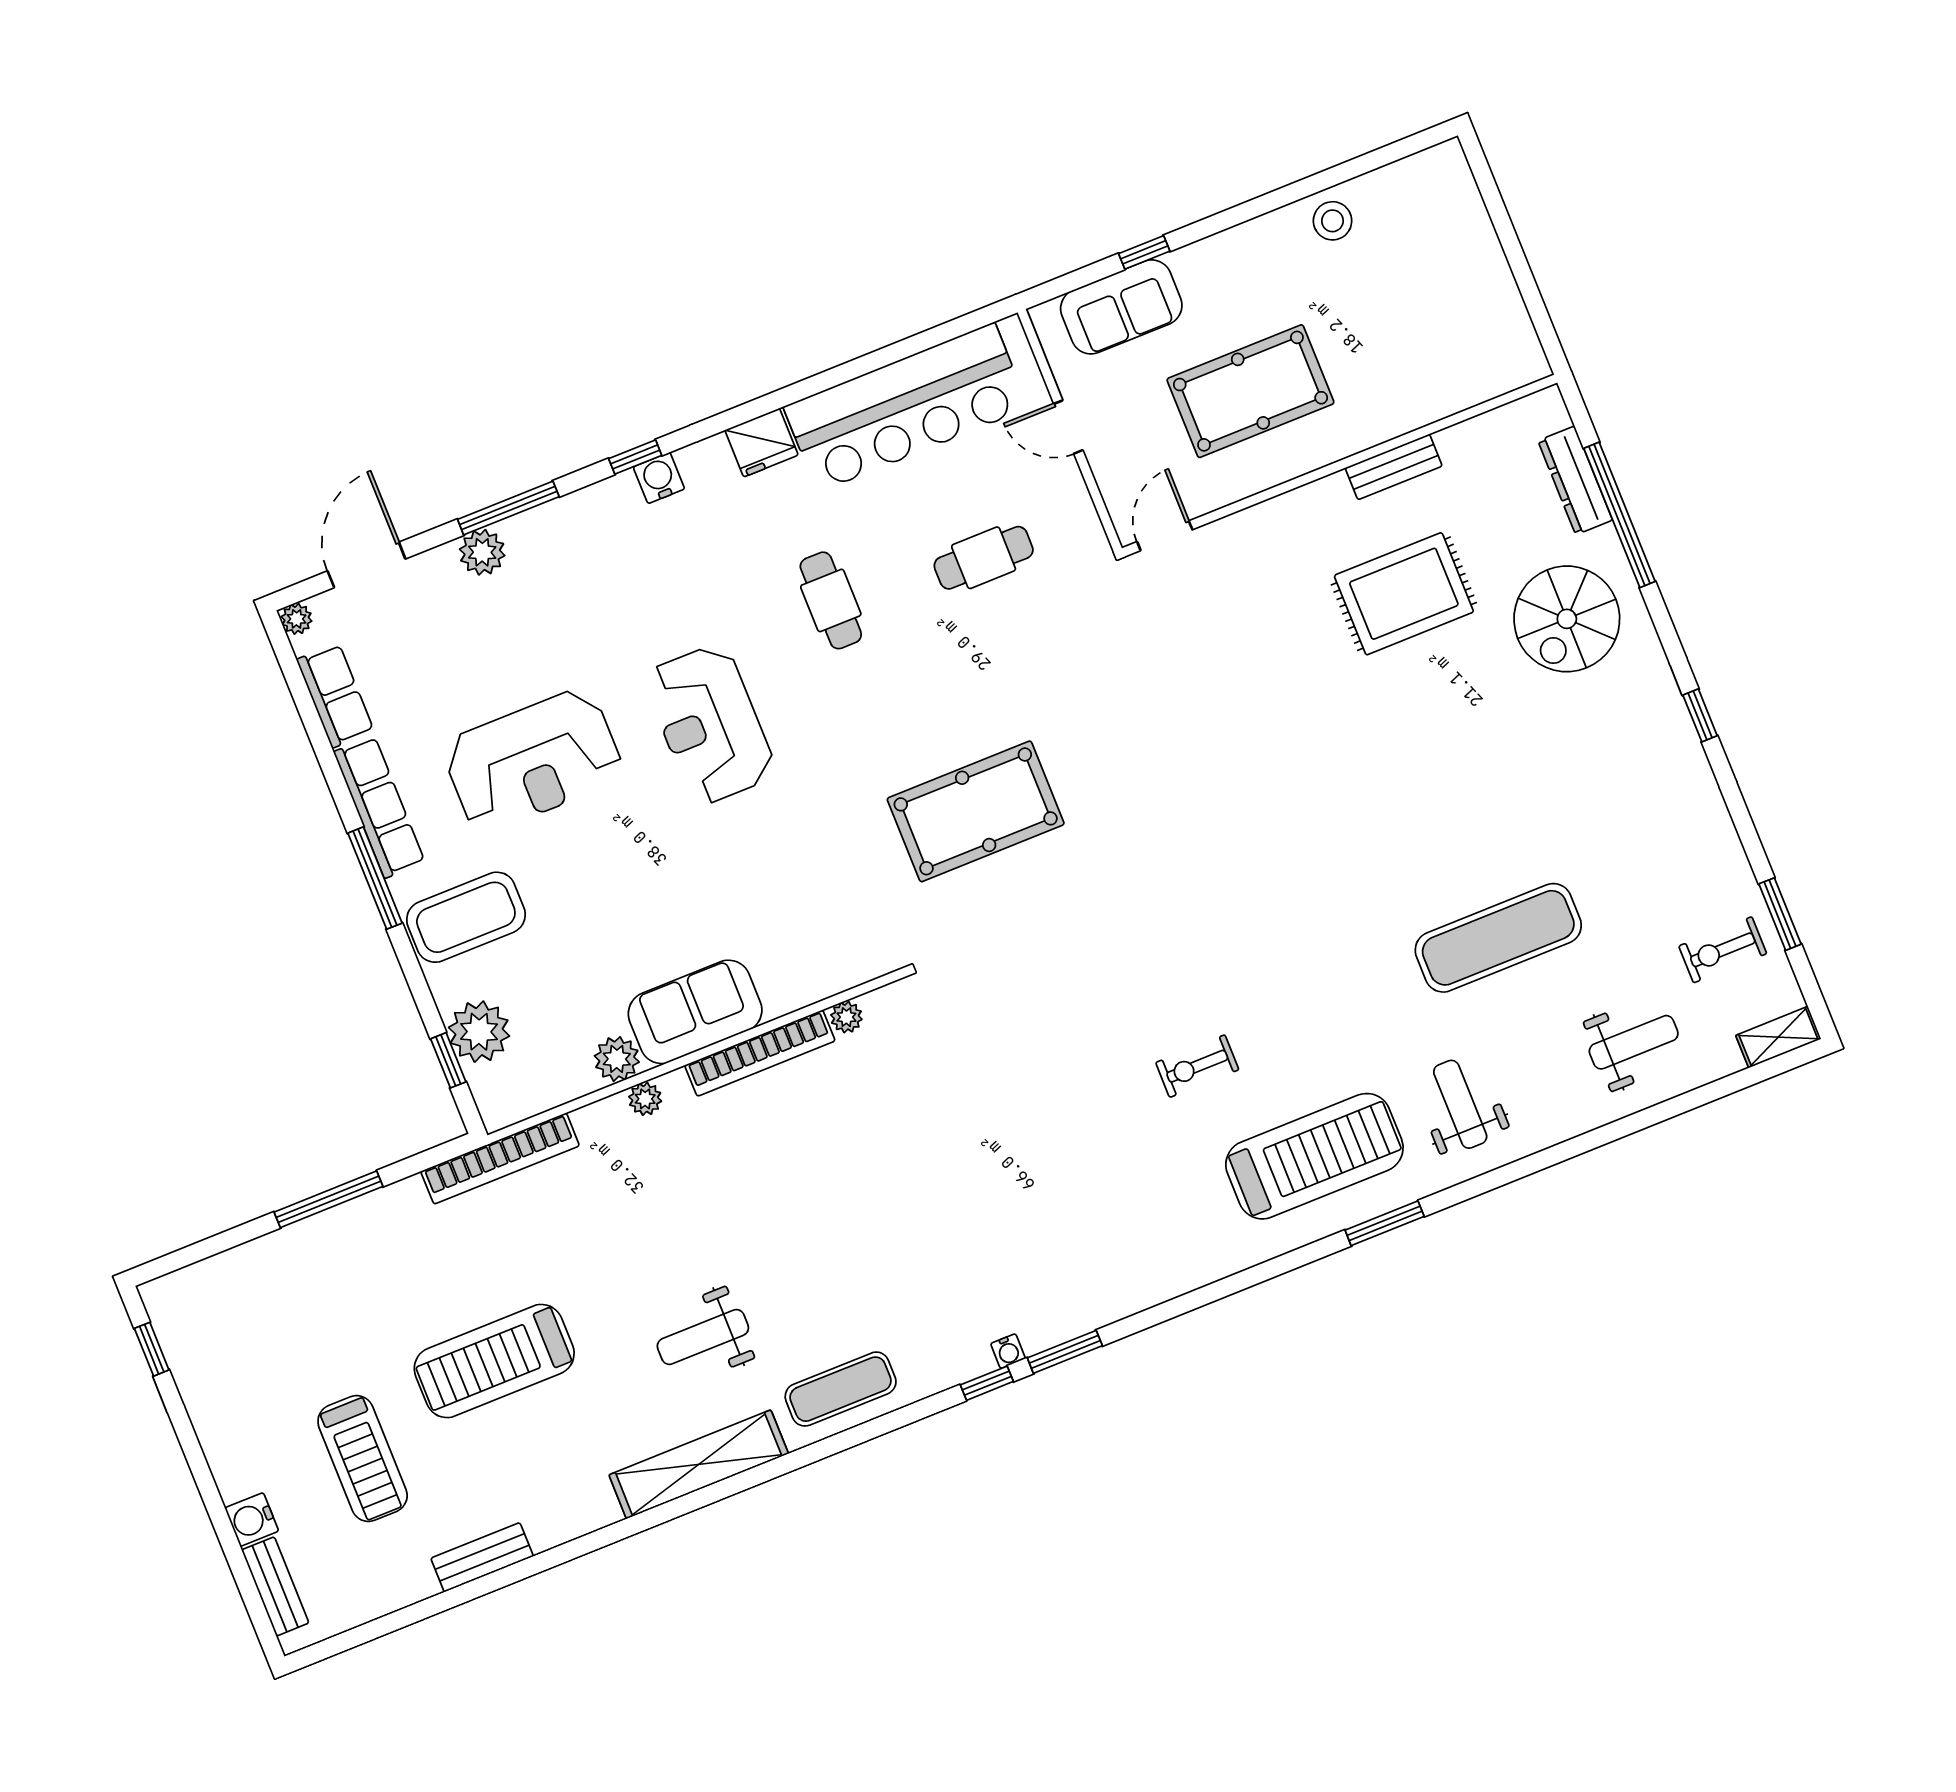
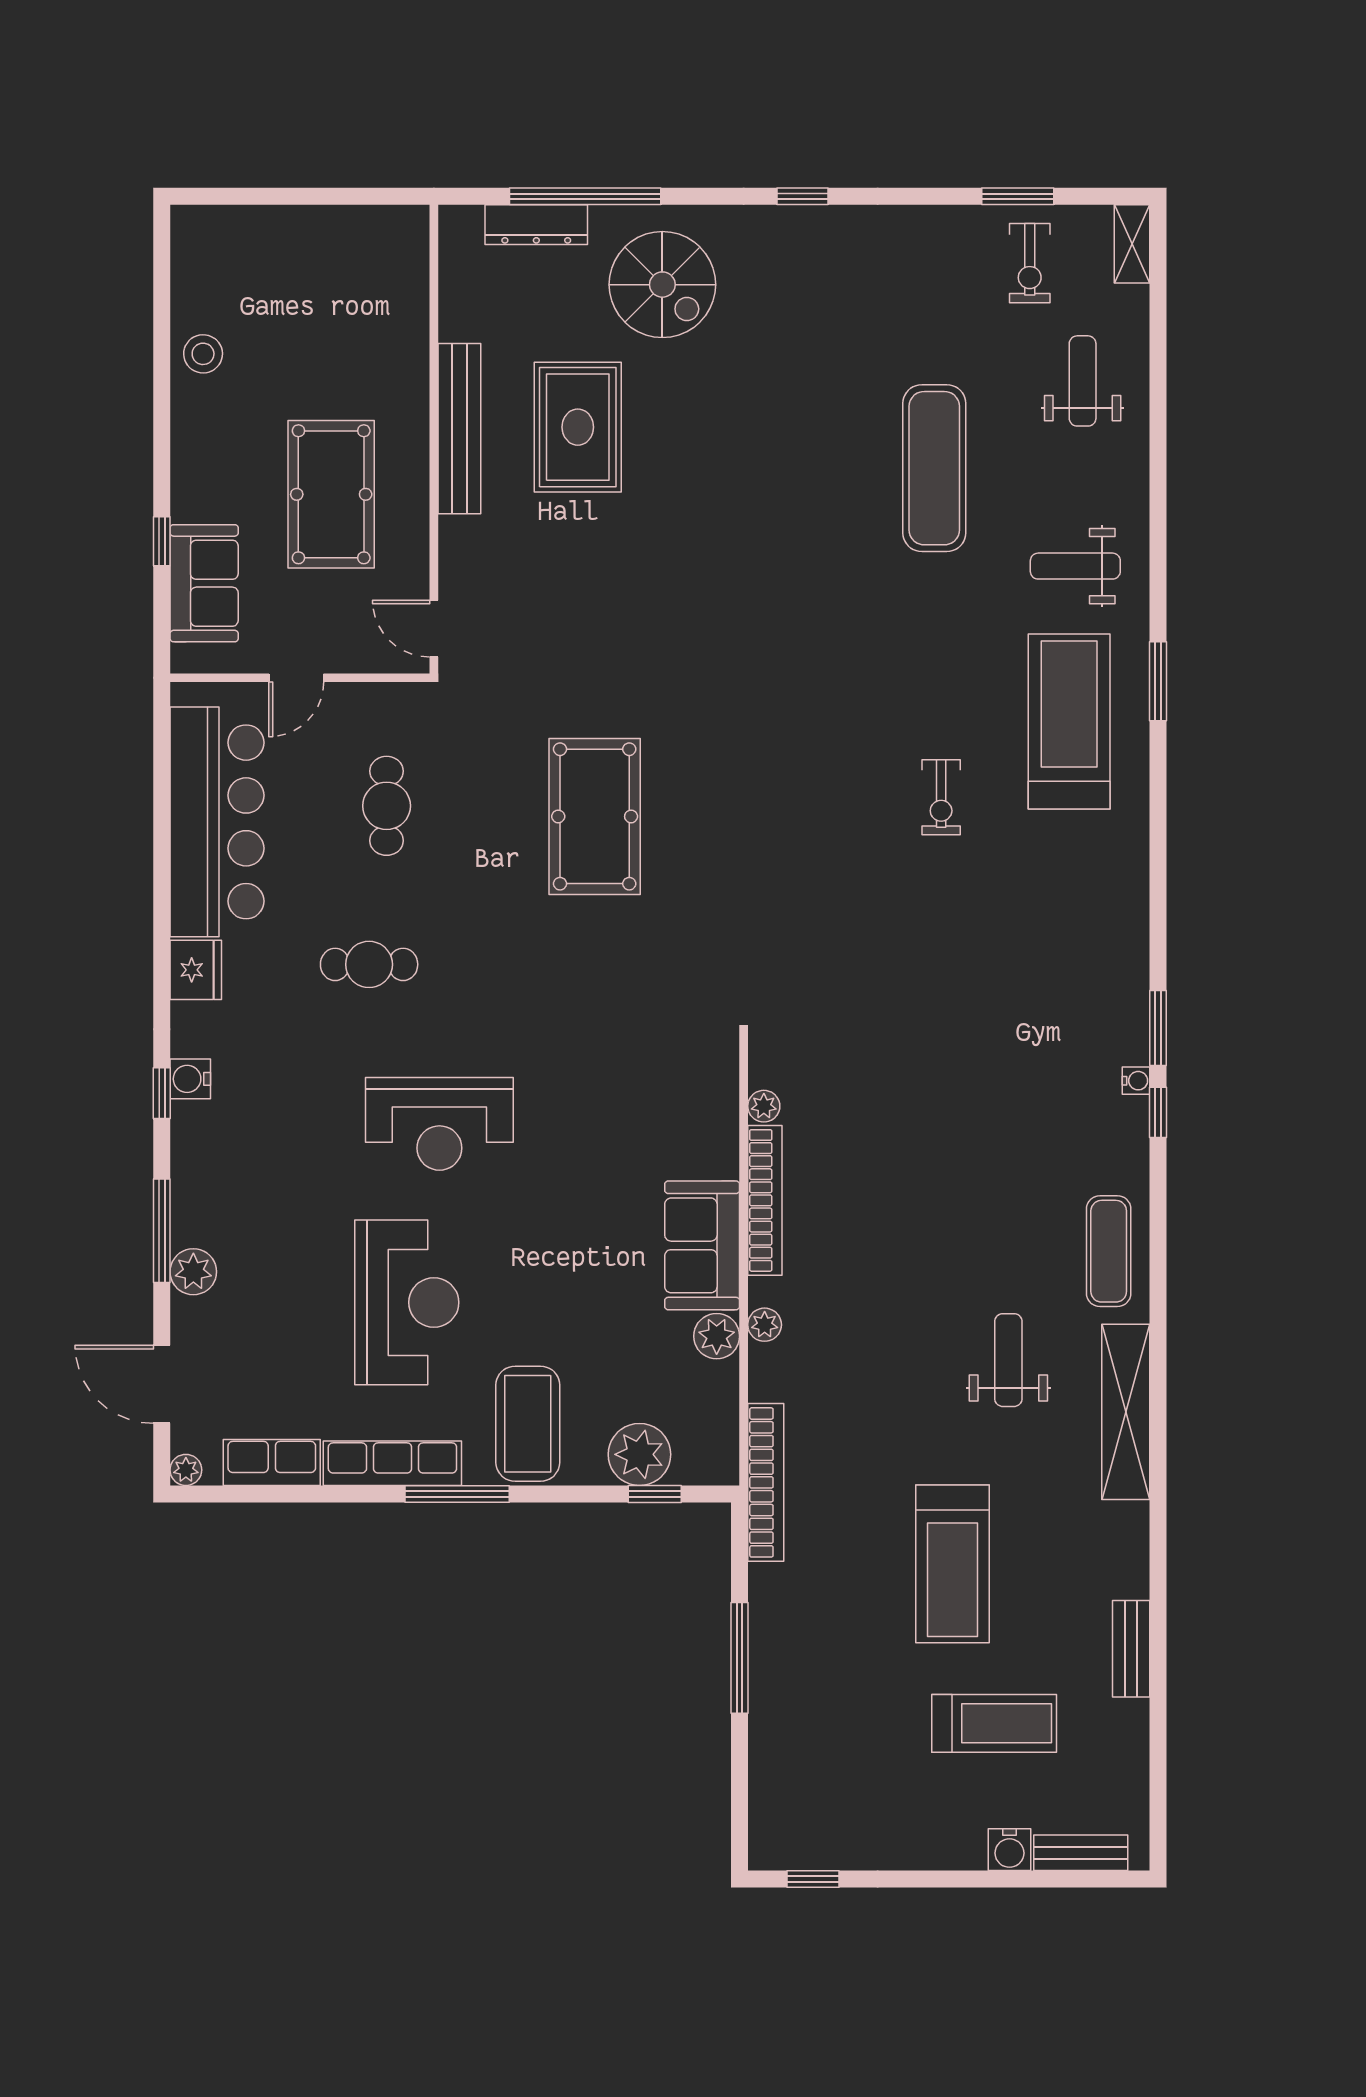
bench: (1394, 467) -> (459, 429), width x1.86, depth x1.21
pool table: (976, 811) -> (595, 816), moved
weight bench: (703, 1337) -> (1008, 1360), turned 180

